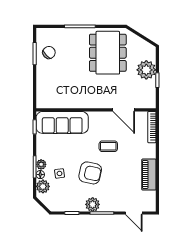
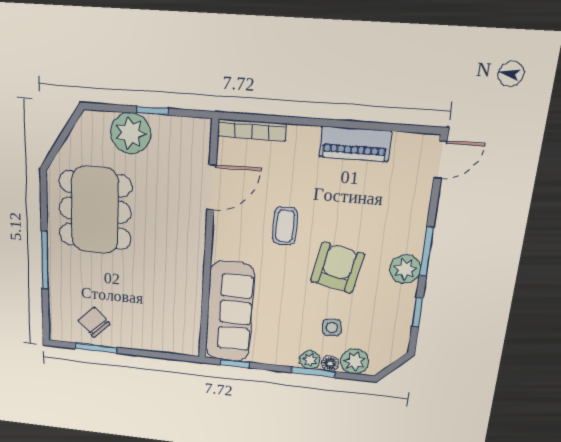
dining table: (108, 53) -> (95, 210), turned 90
door: (134, 213) -> (440, 160), moved

